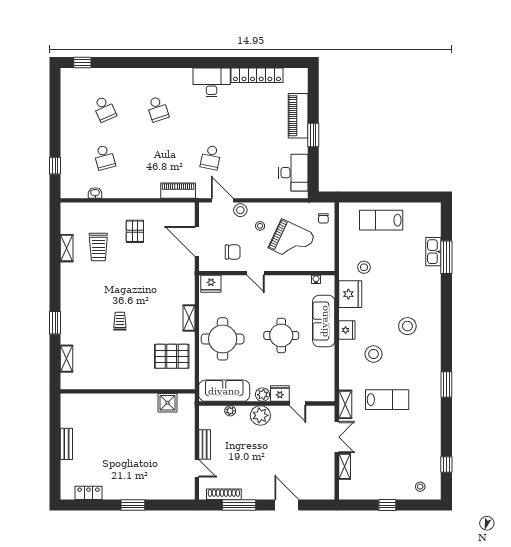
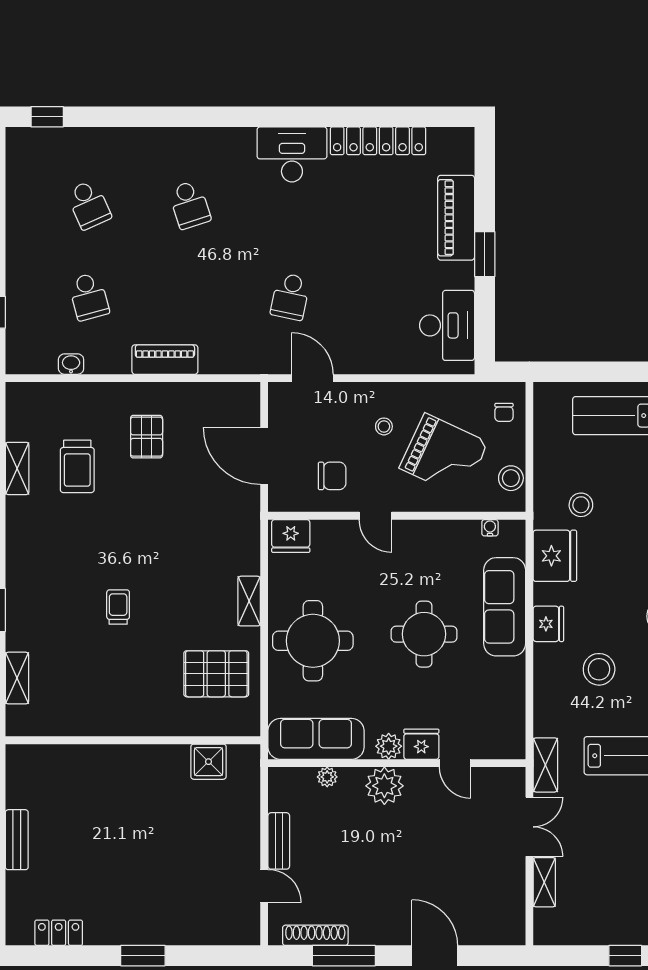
piano: (178, 191) -> (165, 360), moved
stool: (240, 210) -> (511, 478), moved

